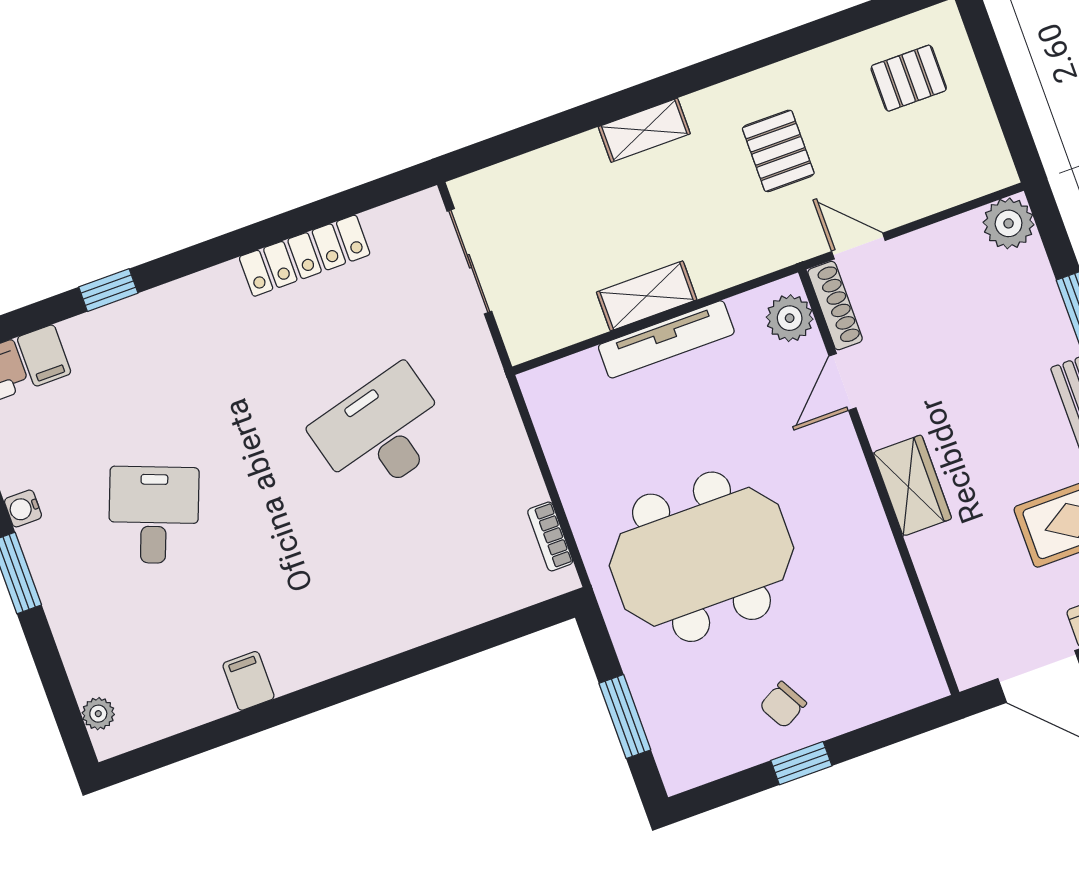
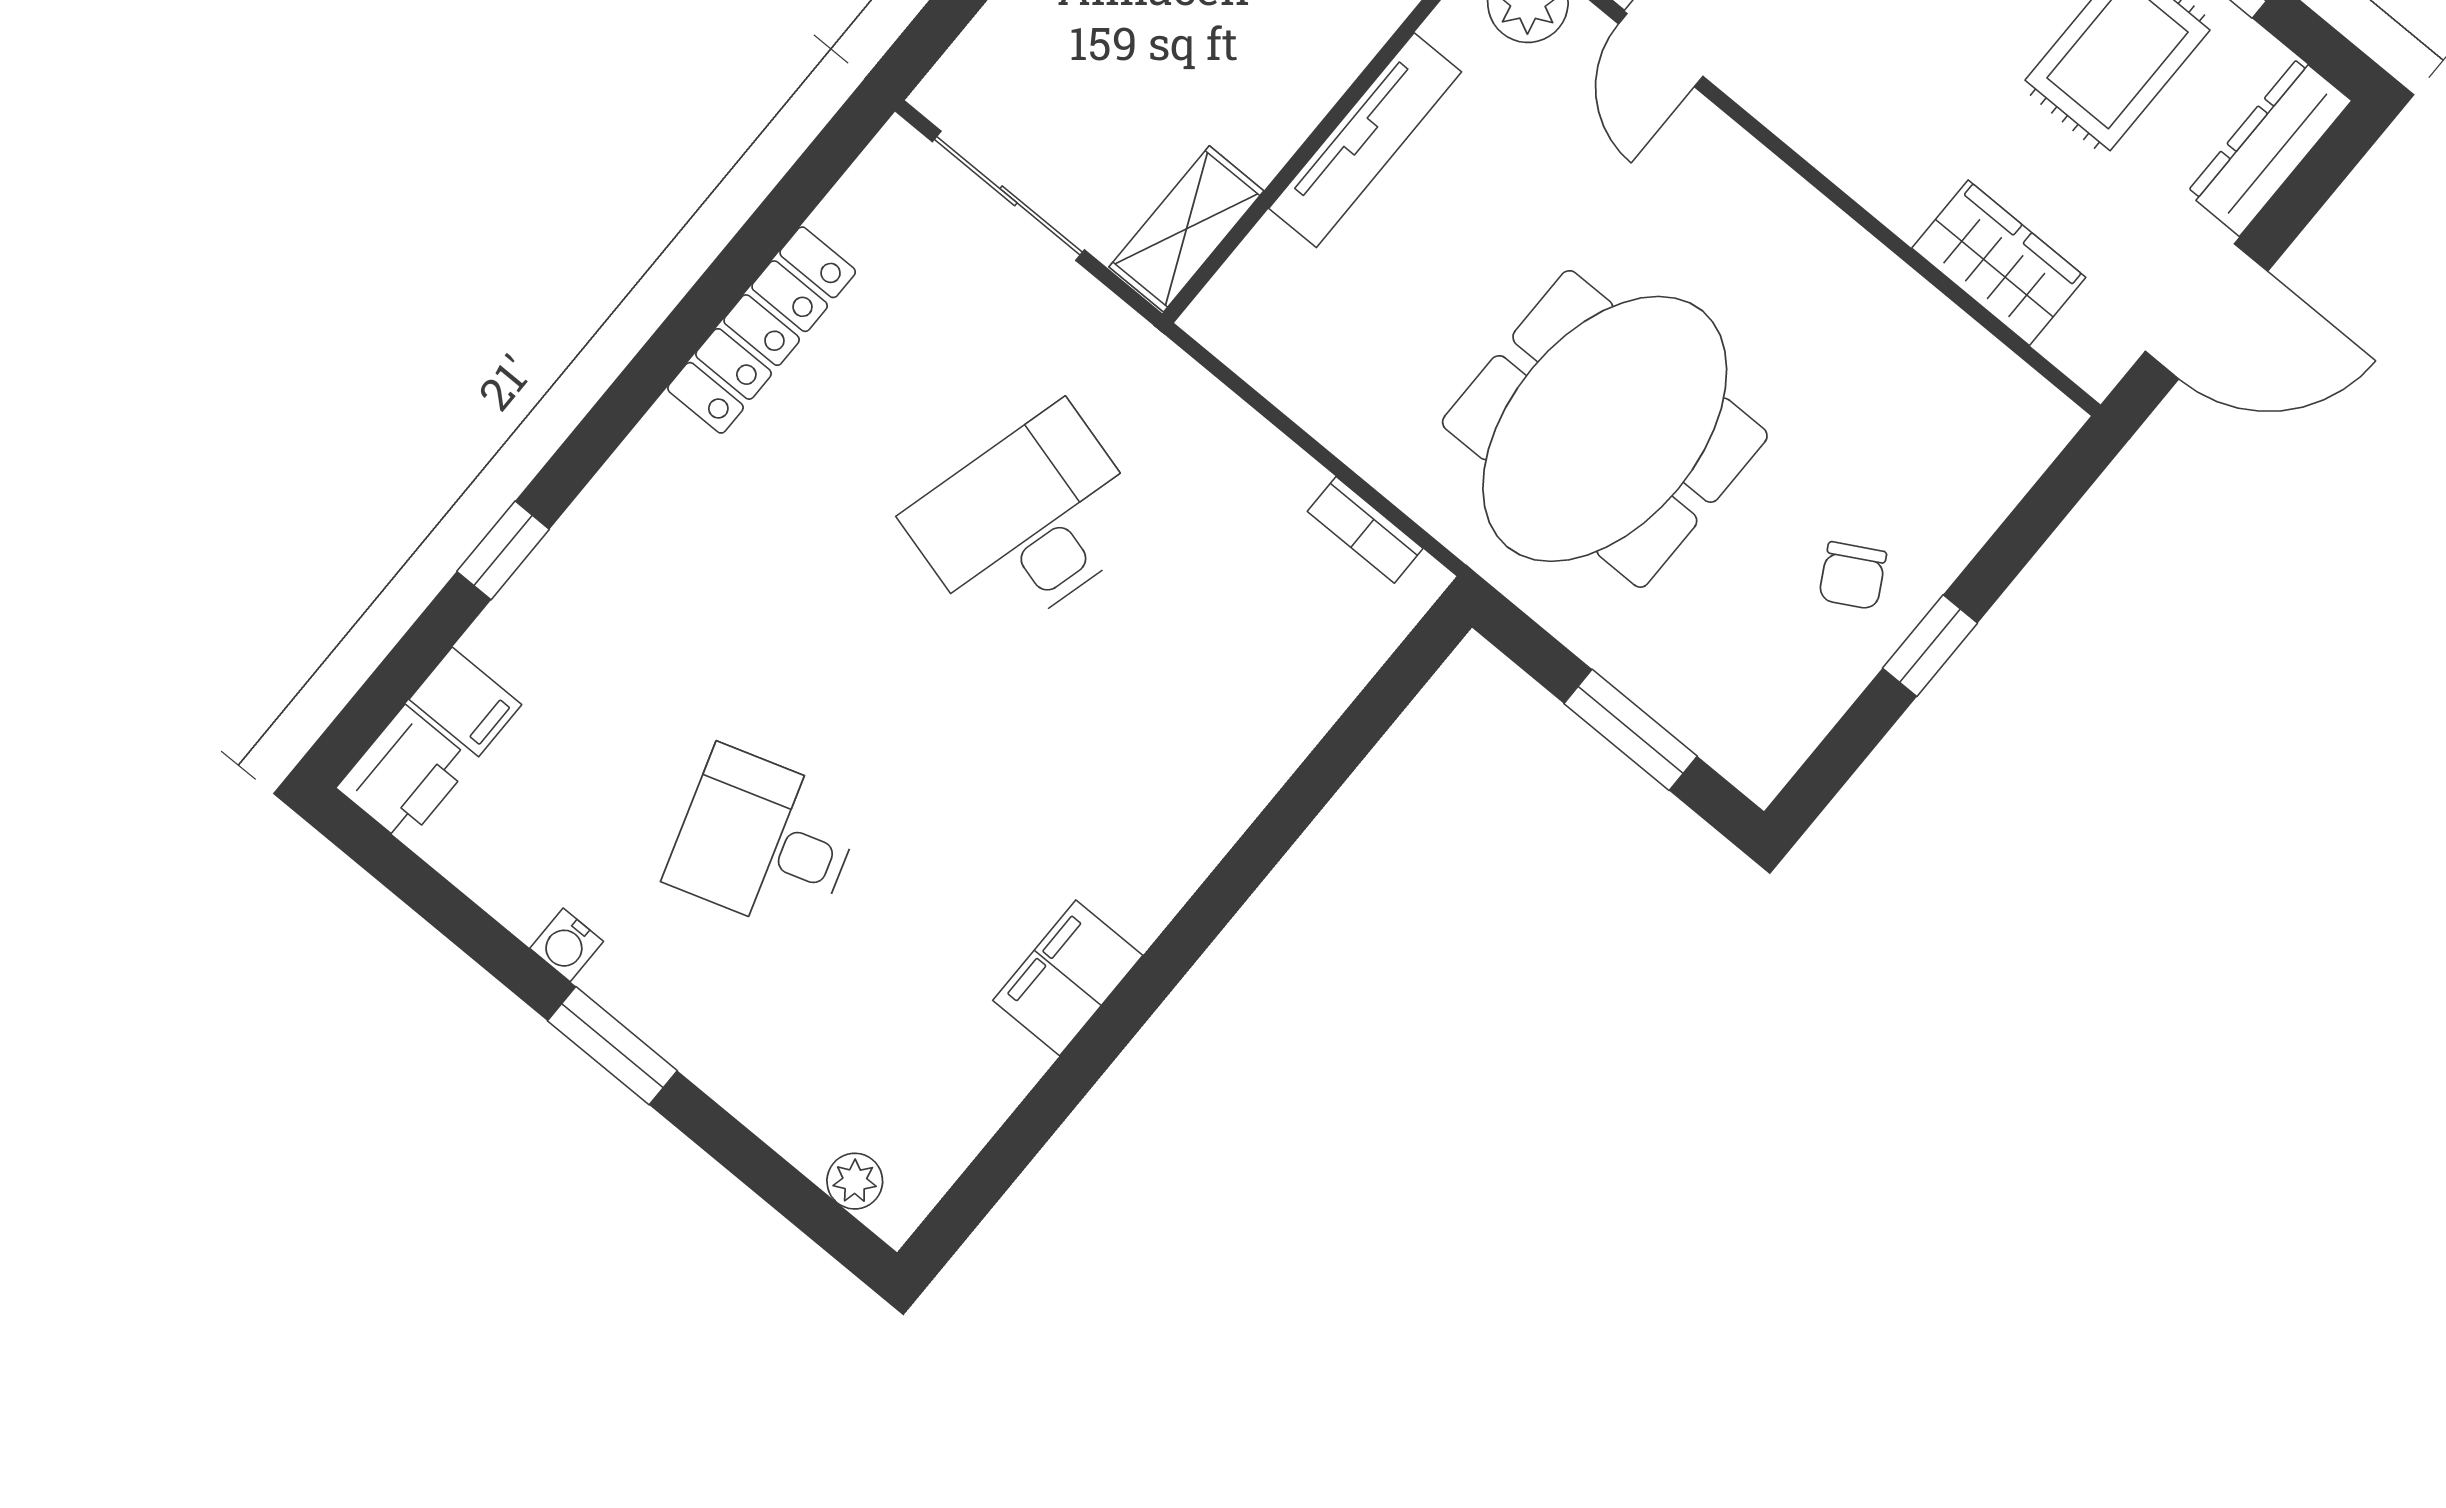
shelving: (647, 296) -> (1186, 229), moved
desk: (382, 432) -> (1028, 523), turned 30
wardrobe: (912, 486) -> (1999, 263), moved
desk: (154, 515) -> (764, 841), turned -39
filing cabinet: (248, 681) -> (1068, 978), width x2.00

